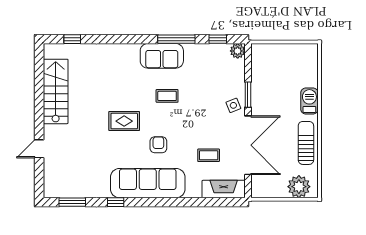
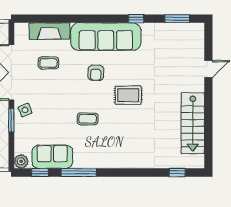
sofa: (162, 56) -> (52, 157), moved
fireplace: (224, 189) -> (50, 31), moved

